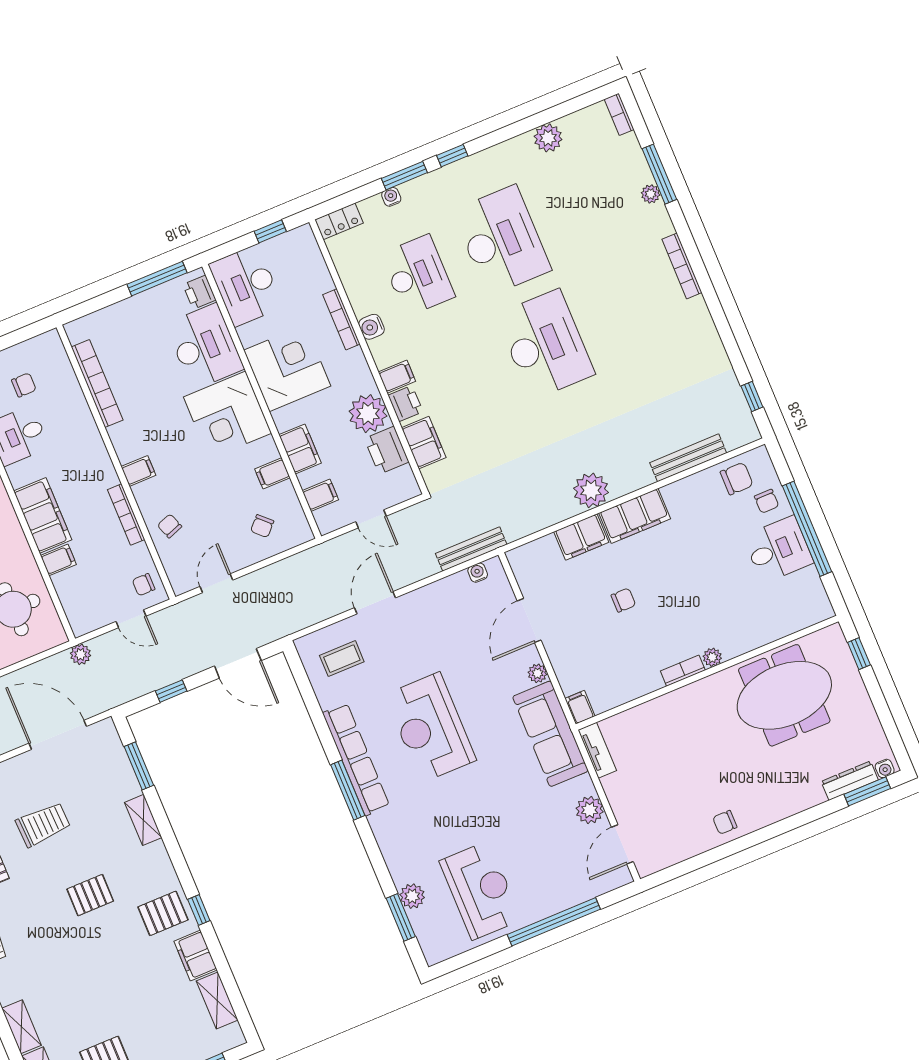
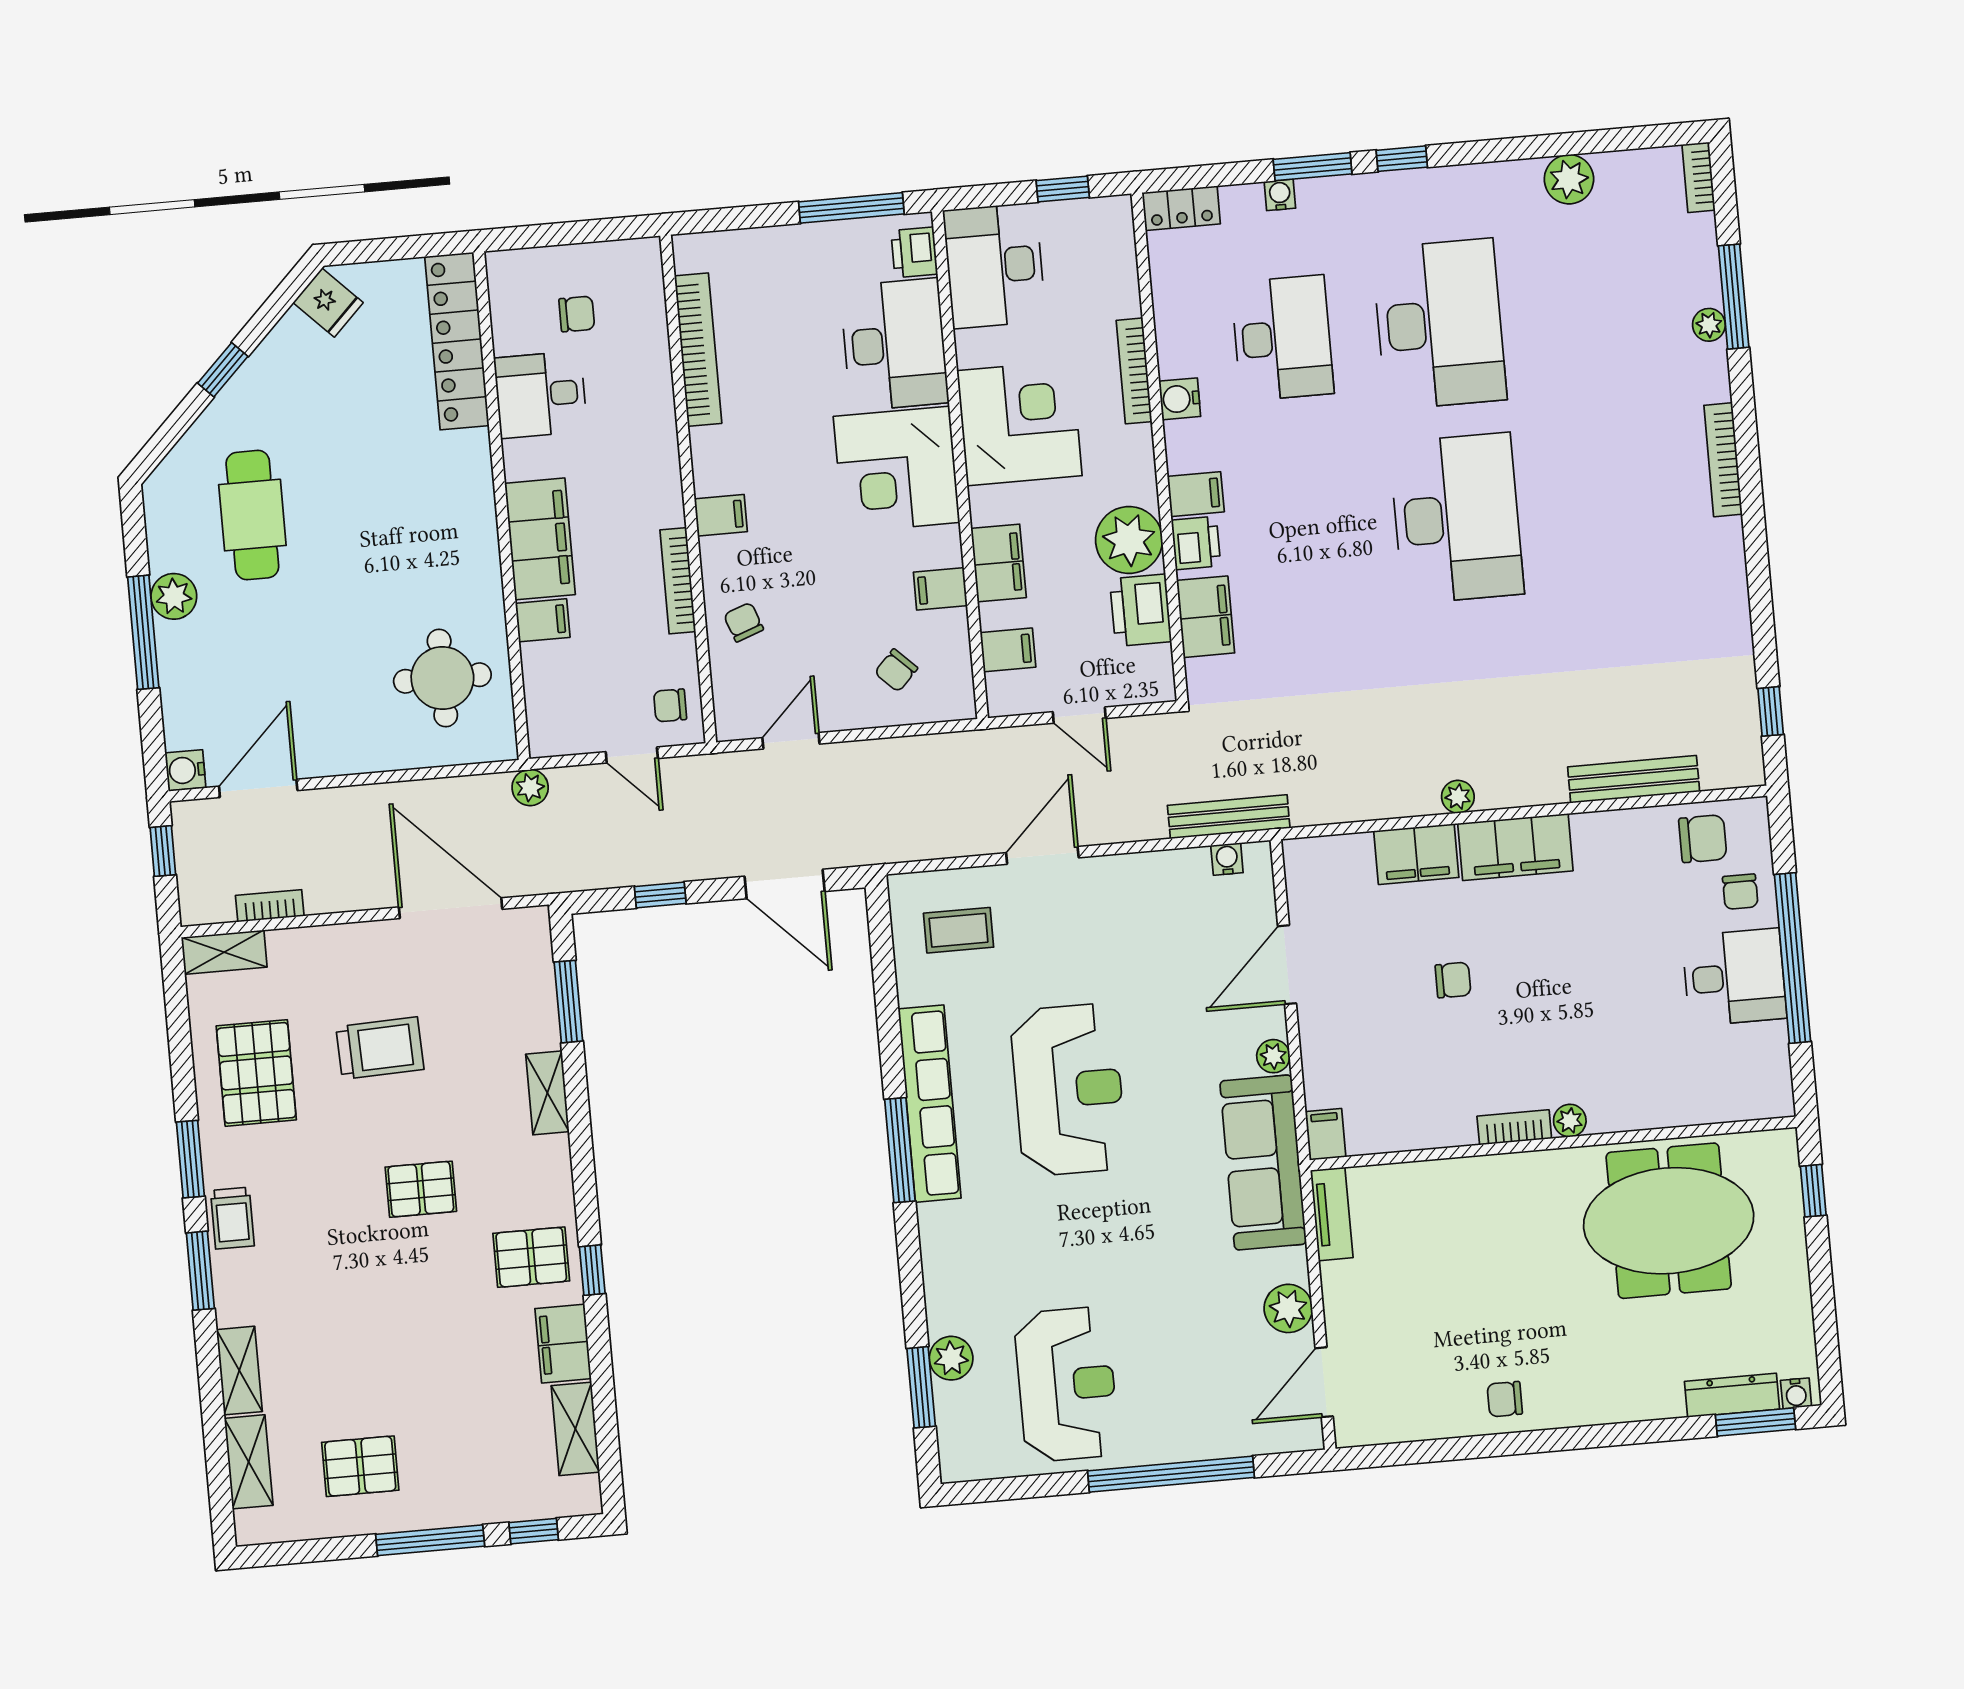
plant: (591, 490) -> (1458, 797), width x0.53, depth x0.53
reception desk: (430, 727) -> (1069, 1090), turned 180

